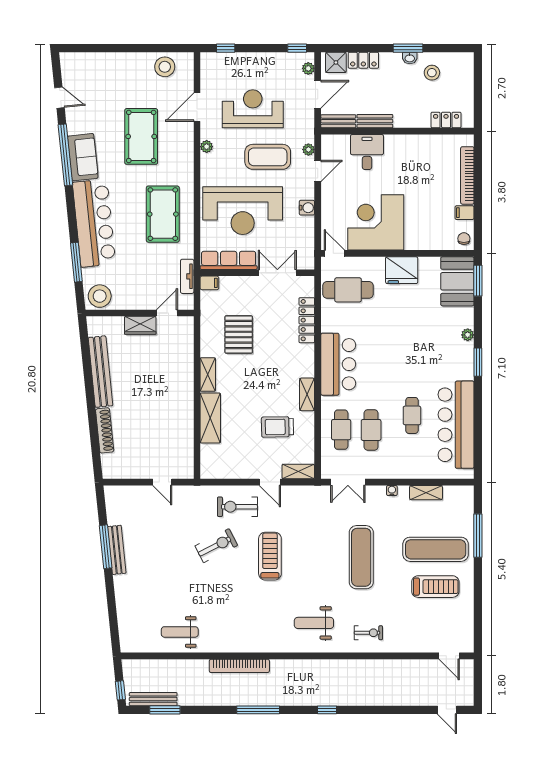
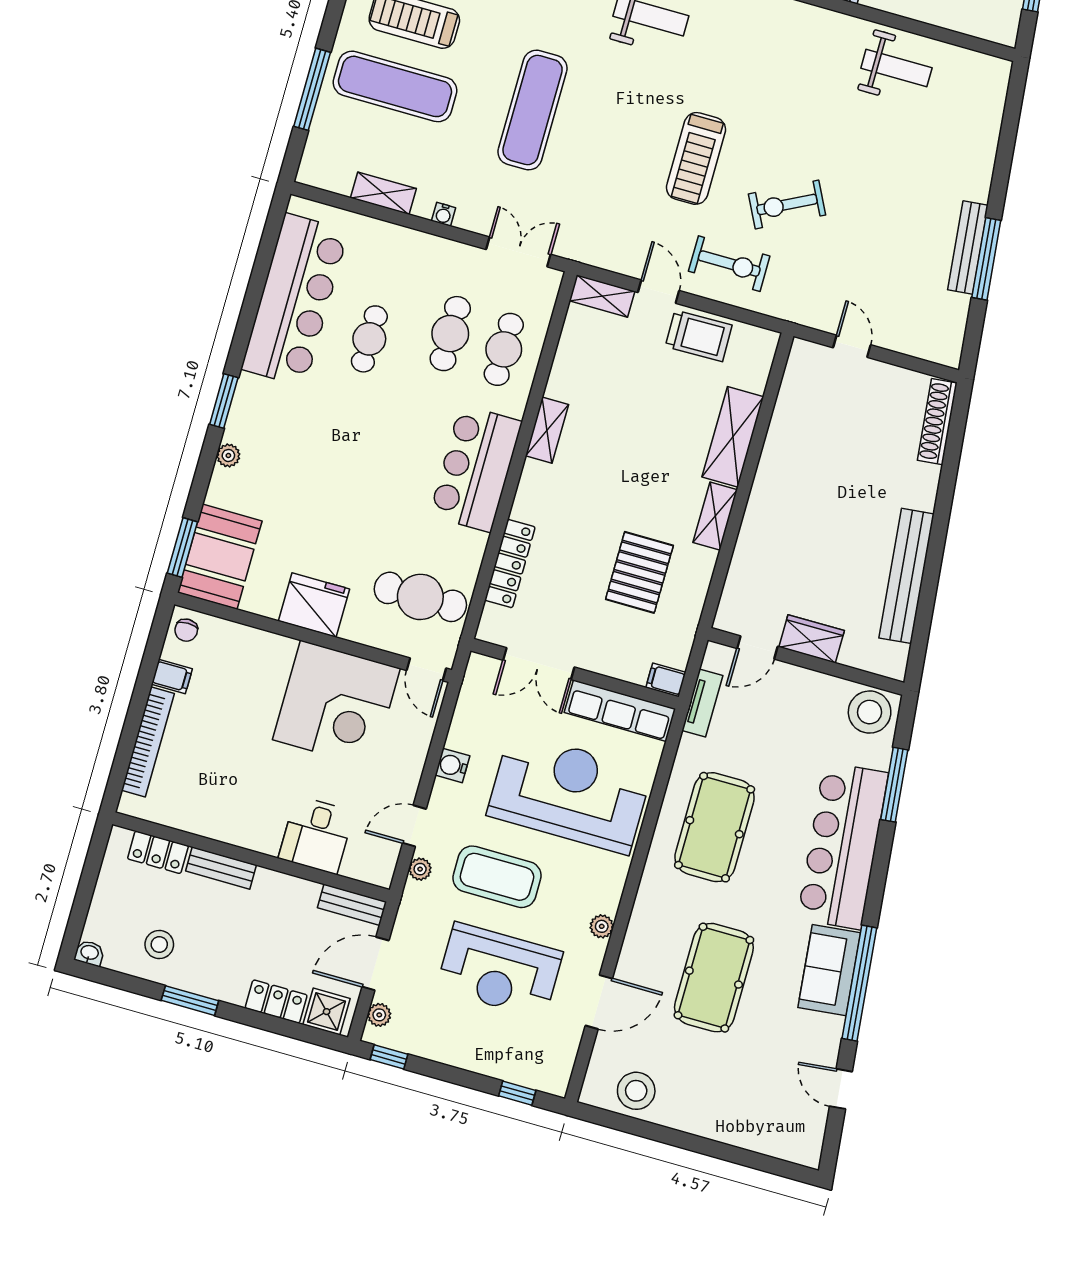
washbasin: (410, 58) -> (89, 953), moved
bench: (375, 121) -> (221, 868), moved
trolley: (277, 427) -> (699, 336), moved
shoe rack: (105, 430) -> (937, 422), moved

